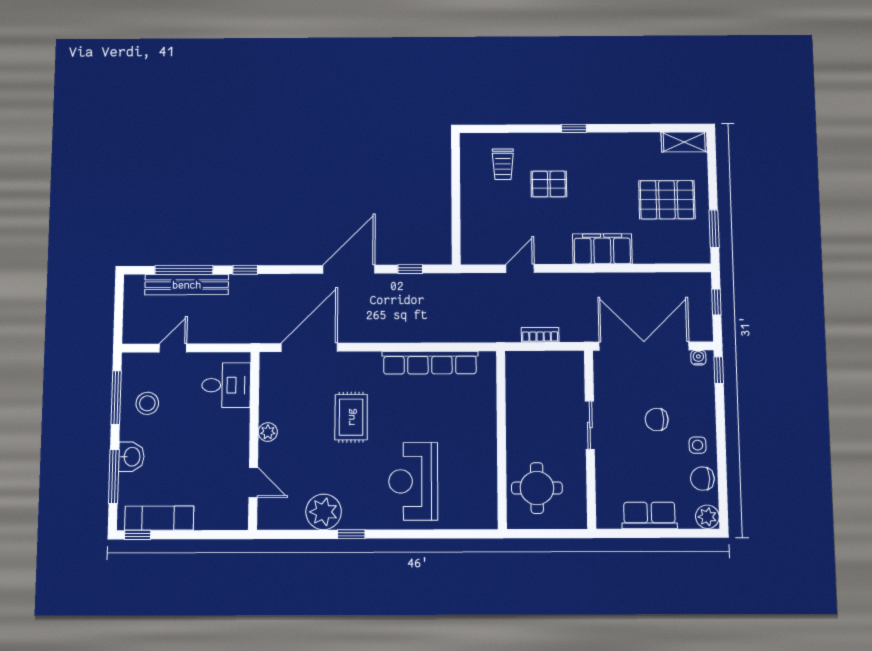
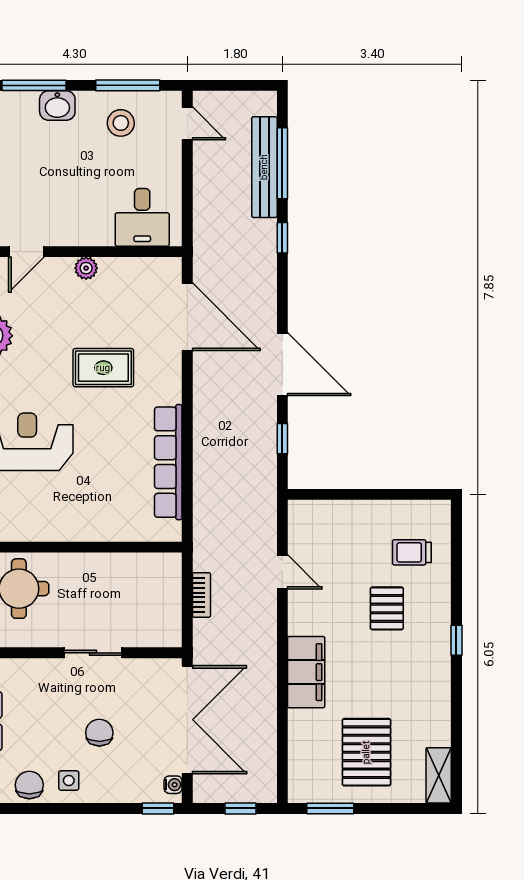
door: (173, 348) -> (187, 123), moved

